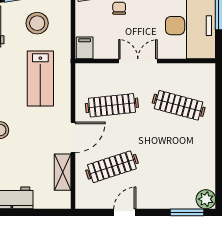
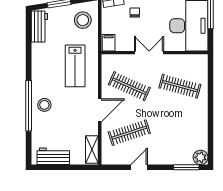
stool: (37, 23) -> (83, 20), moved
clothes rail: (112, 105) -> (129, 86), turned 30
shelving: (63, 172) -> (92, 149), moved

